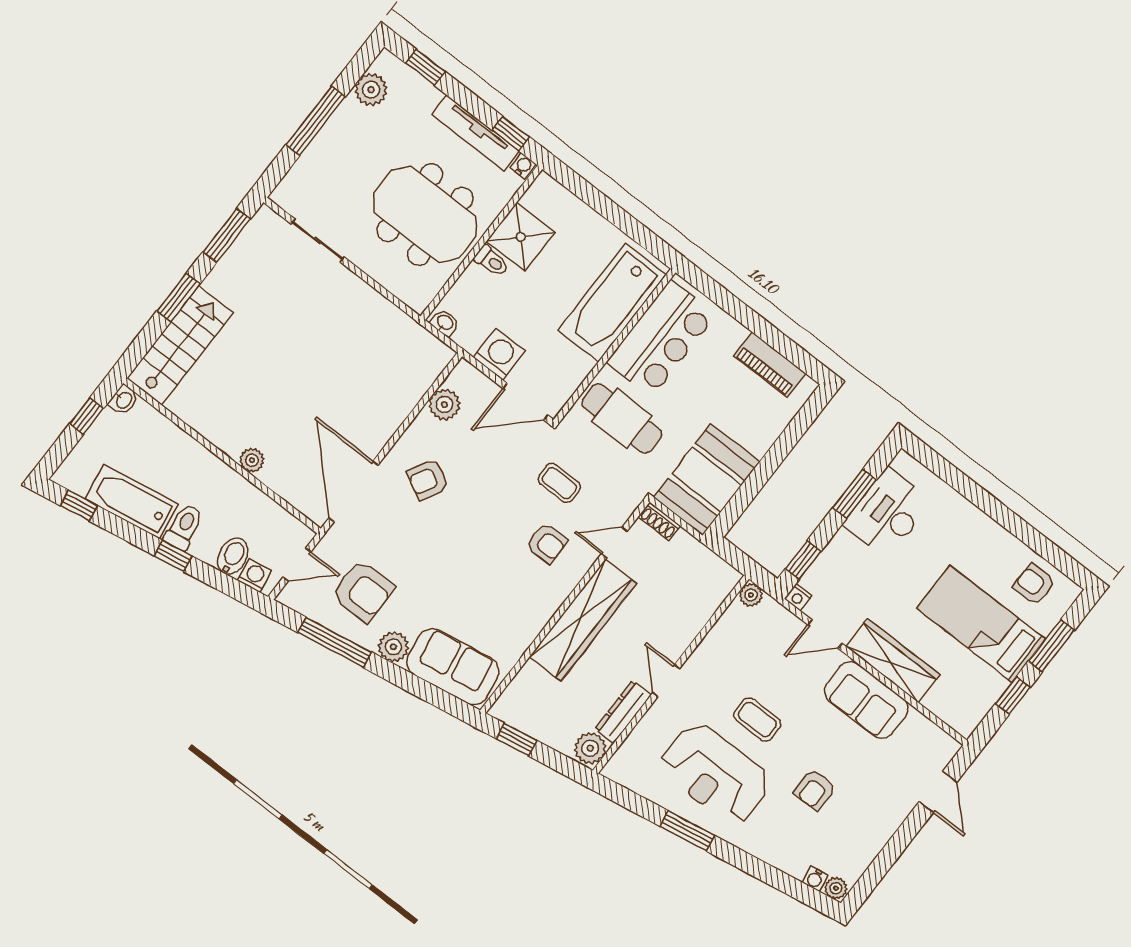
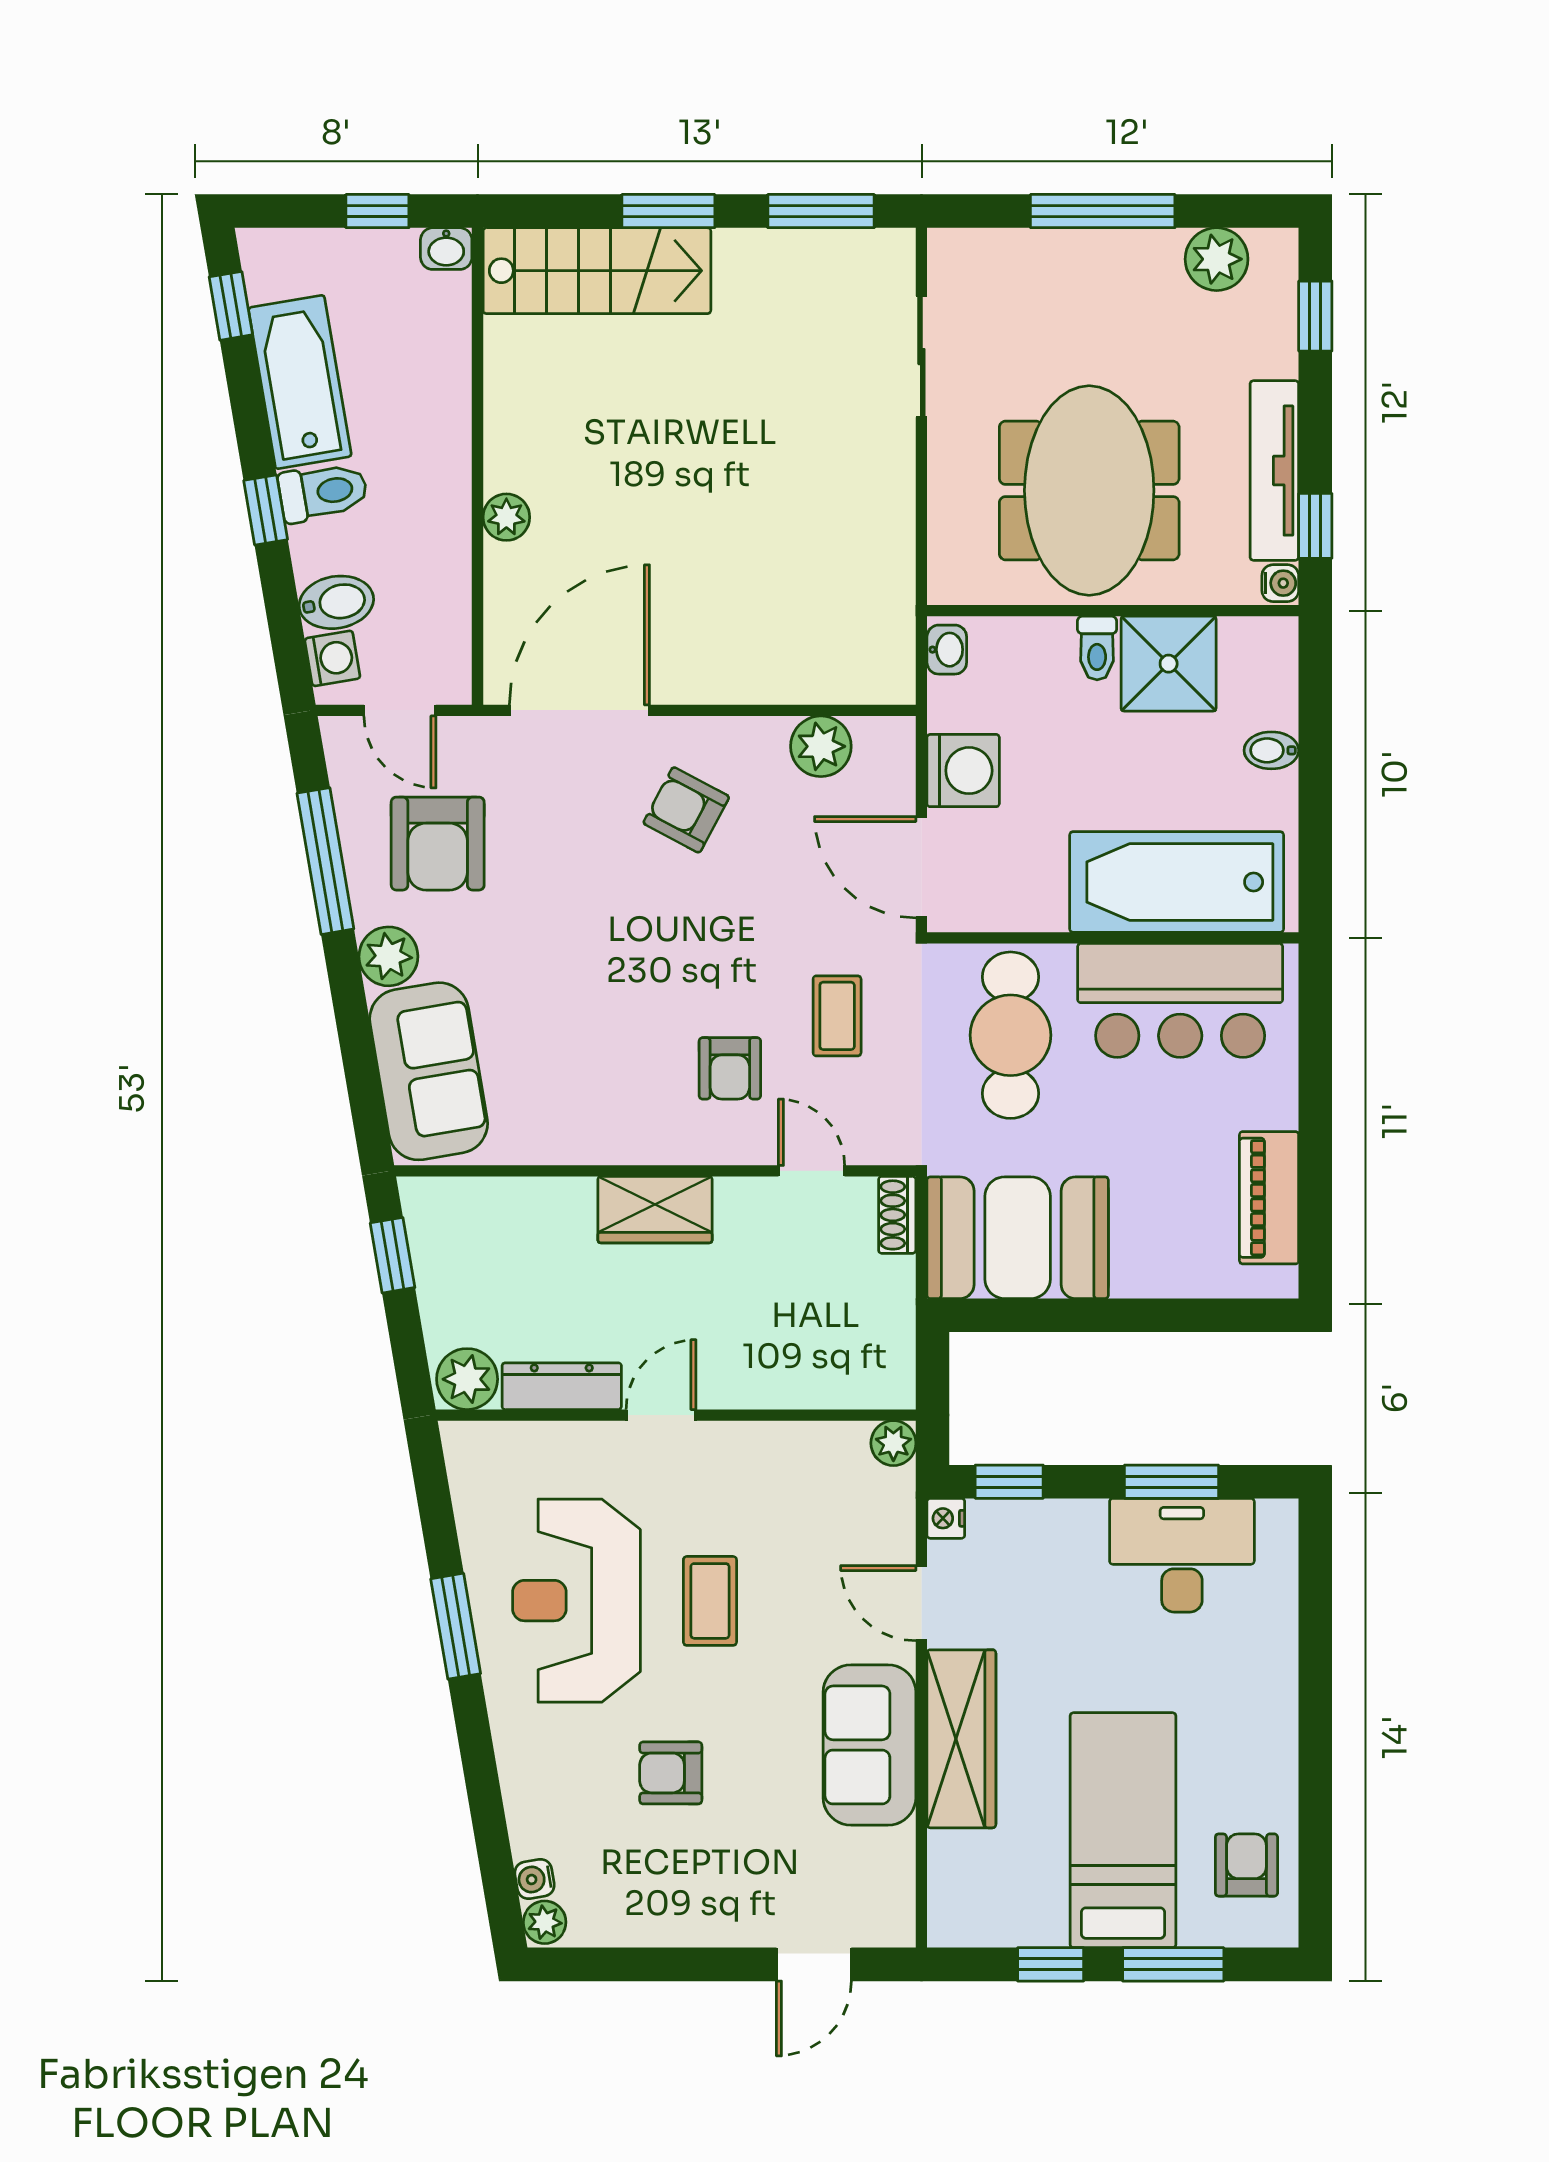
bidet: (588, 222) -> (1271, 750), added
wardrobe: (583, 620) -> (655, 1210), width x0.48, depth x0.85

